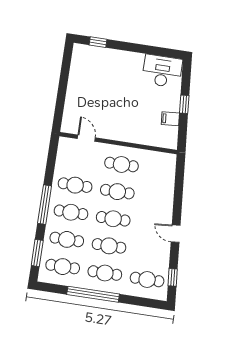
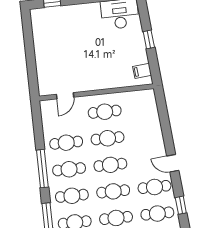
filing cabinet: (170, 119) -> (142, 71), moved
door: (86, 138) -> (65, 96), swing flipped
cafe table: (151, 252) -> (155, 187), added

